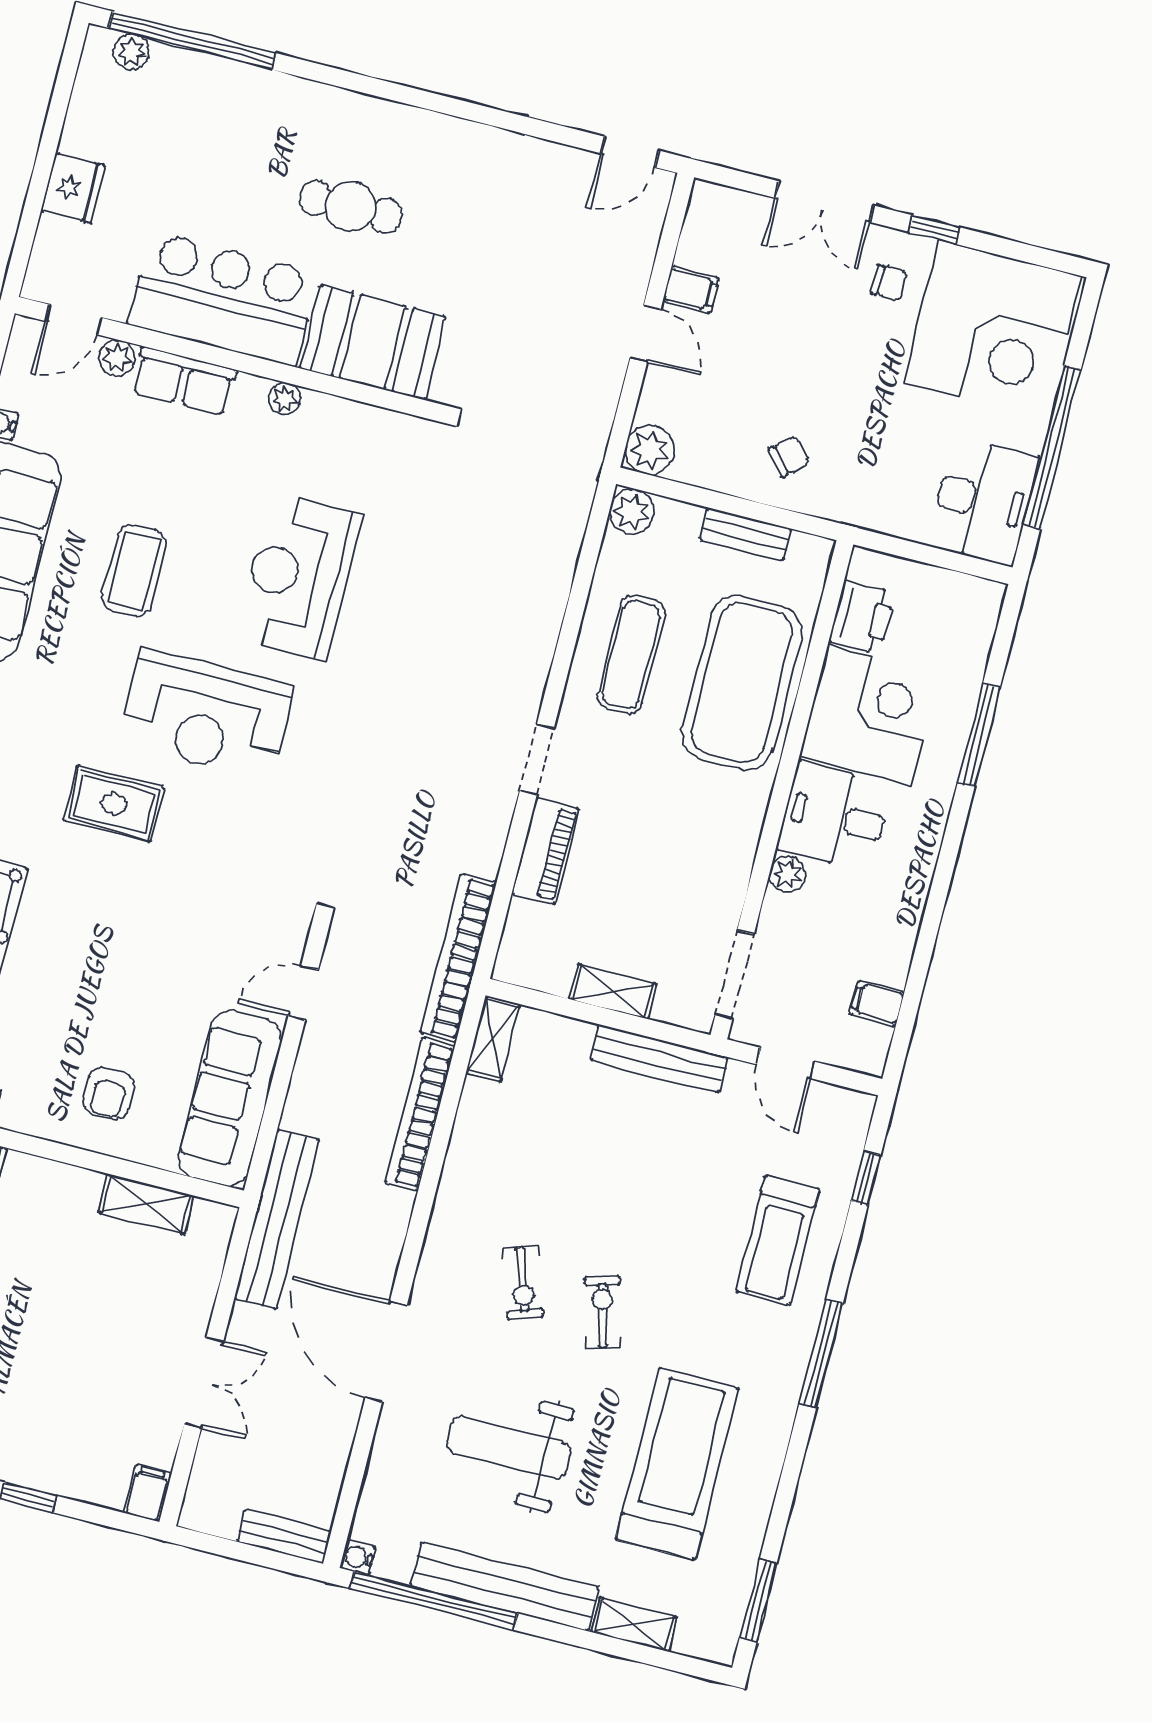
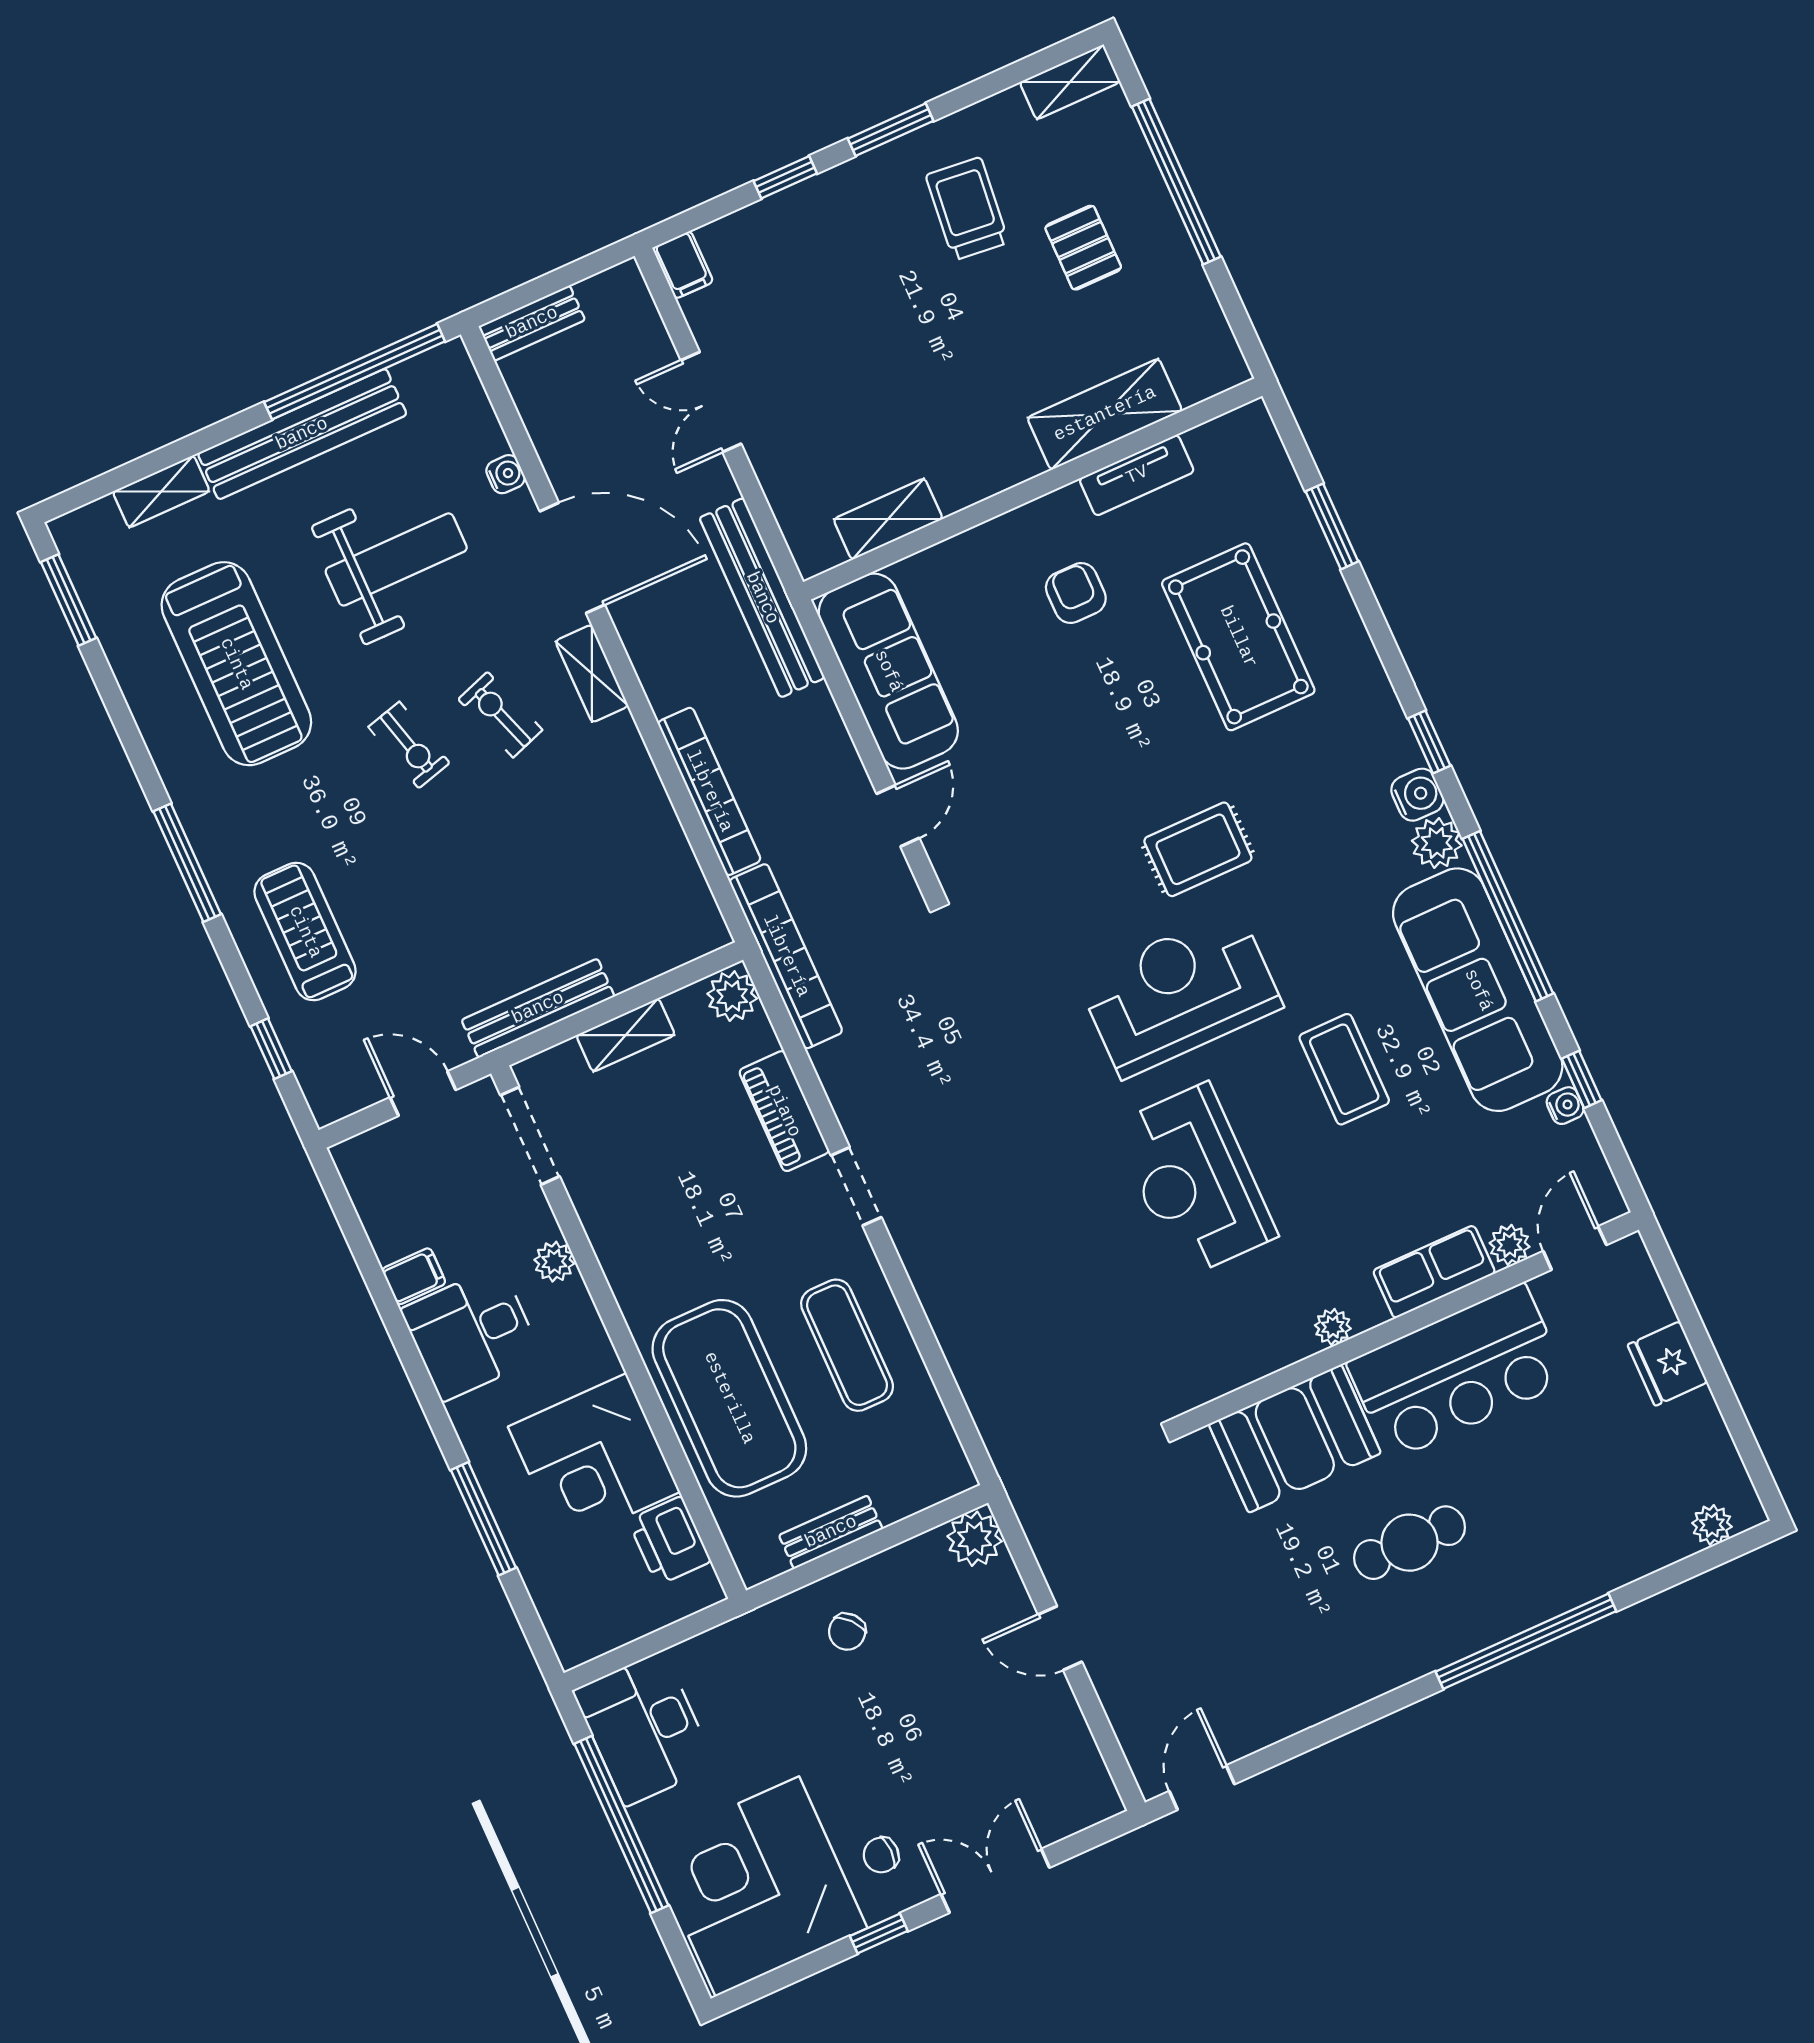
window: (192, 40) -> (1526, 1641), moved
filing cabinet: (691, 290) -> (1051, 1709), removed
plant: (632, 512) -> (732, 996), moved
reception desk: (299, 576) -> (1195, 1180), turned 180
desk: (835, 817) -> (471, 1333), moved, turned 180
filing cabinet: (877, 1003) -> (414, 1276), moved
shelving: (493, 1038) -> (592, 674), moved
armchair: (109, 1093) -> (1076, 593), moved
water cooler: (358, 1557) -> (506, 474), moved

